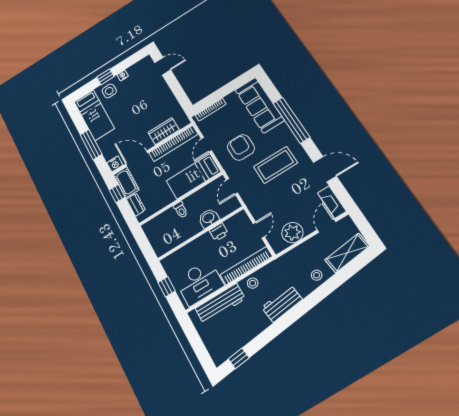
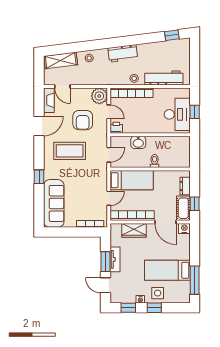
window: (130, 61) -> (128, 308), added
window: (175, 86) -> (106, 262), added
tv unit: (167, 94) -> (115, 259), added
bed: (94, 115) -> (167, 270), moved, turned -90
window: (291, 120) -> (39, 177), width x0.32
window: (91, 144) -> (195, 280), moved
armchair: (241, 147) -> (83, 120), moved
door: (325, 169) -> (39, 126), swing flipped
door: (327, 226) -> (62, 86), hinge flipped
door: (259, 230) -> (109, 112), swing flipped
printer: (219, 232) -> (116, 128), moved
plant: (292, 233) -> (99, 96), moved
desk: (199, 283) -> (177, 114), moved, turned 90

